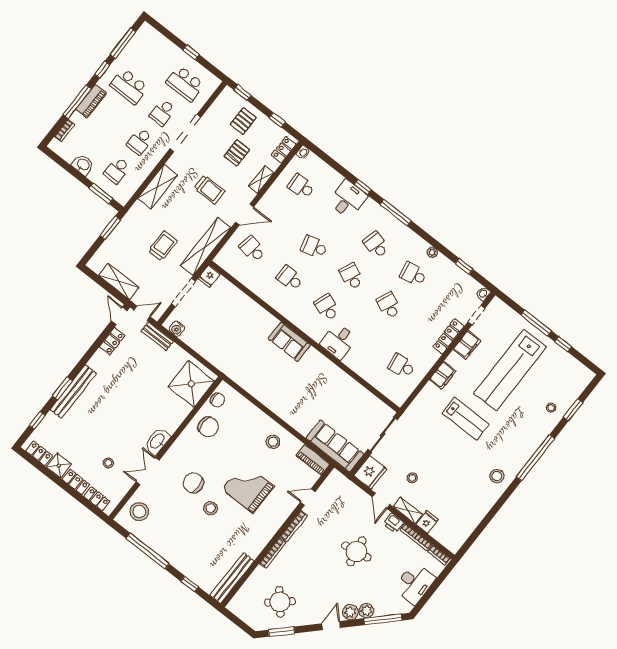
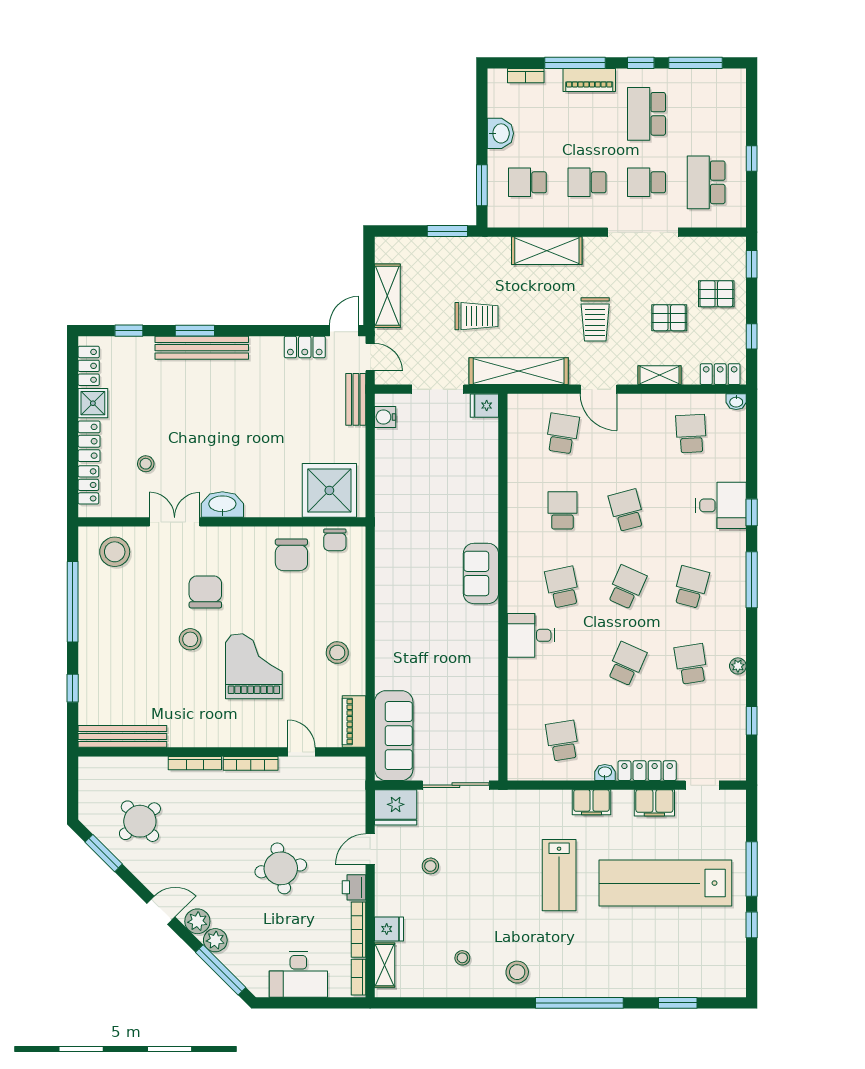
washbasin: (483, 294) -> (605, 772), moved
school desk: (327, 307) -> (562, 587), turned -33
stool: (551, 408) -> (462, 958), moved
shelving: (408, 510) -> (385, 965), moved

